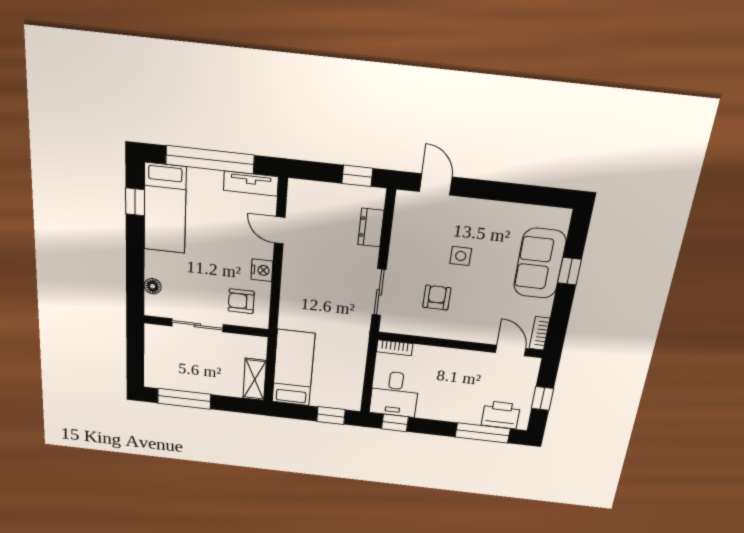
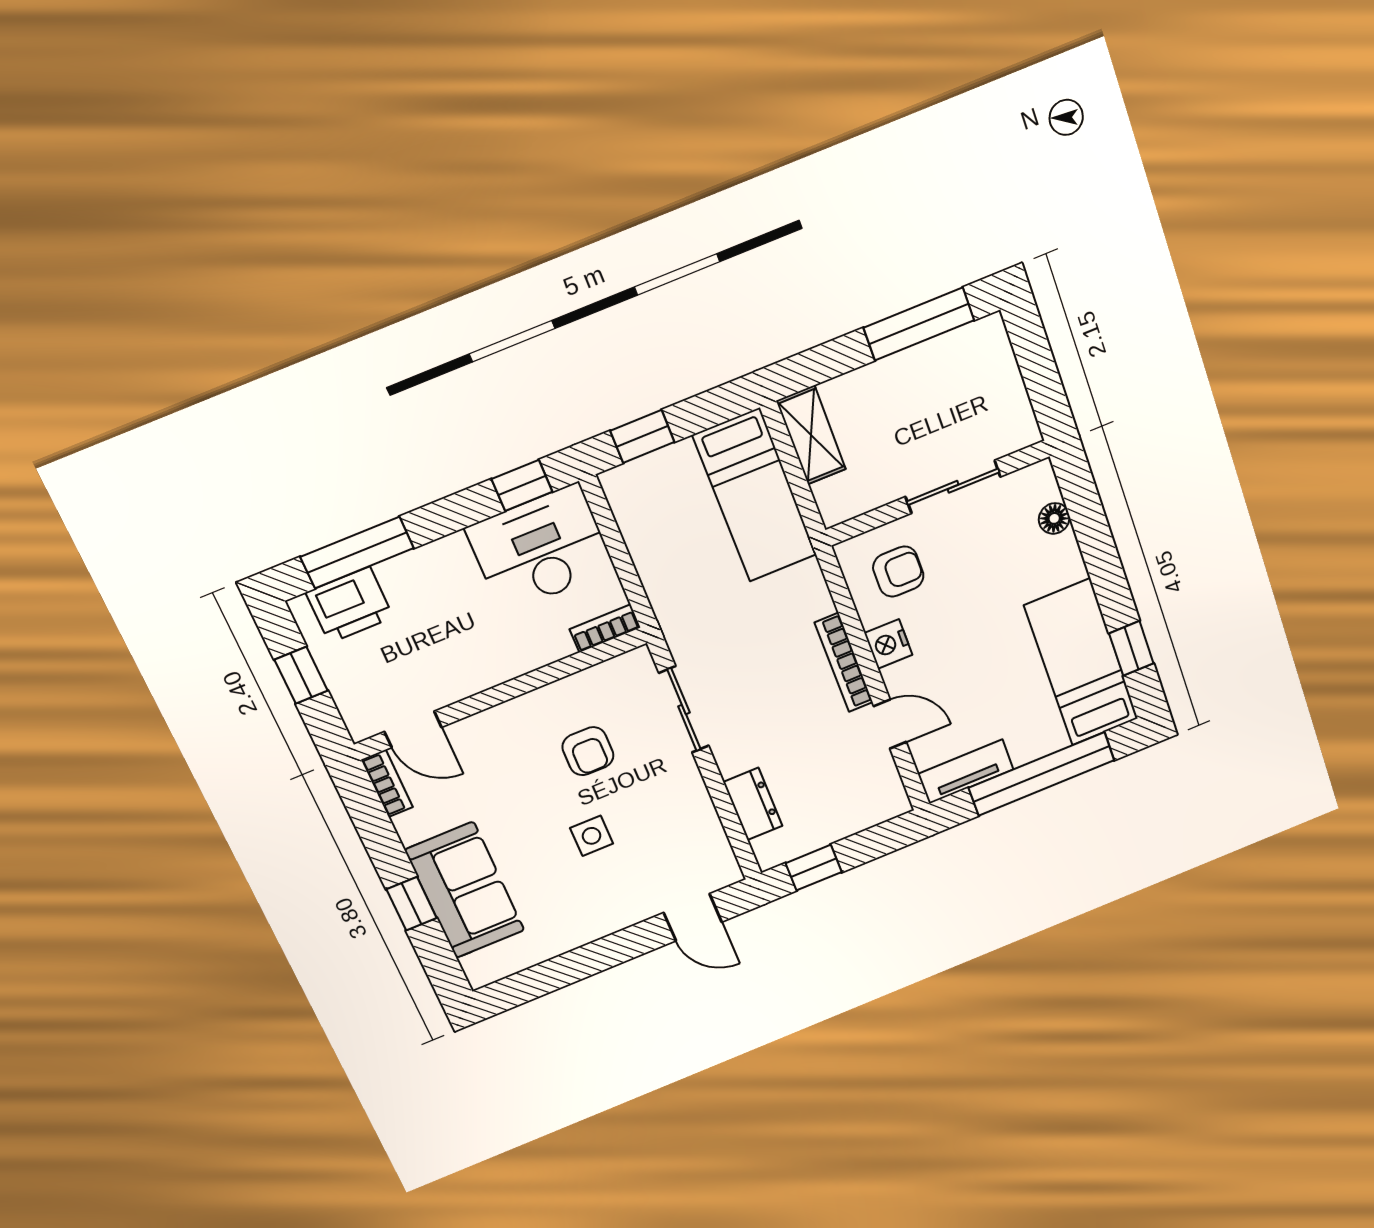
bookcase: (289, 273) -> (844, 662), added
desk: (394, 394) -> (540, 549), width x1.37

